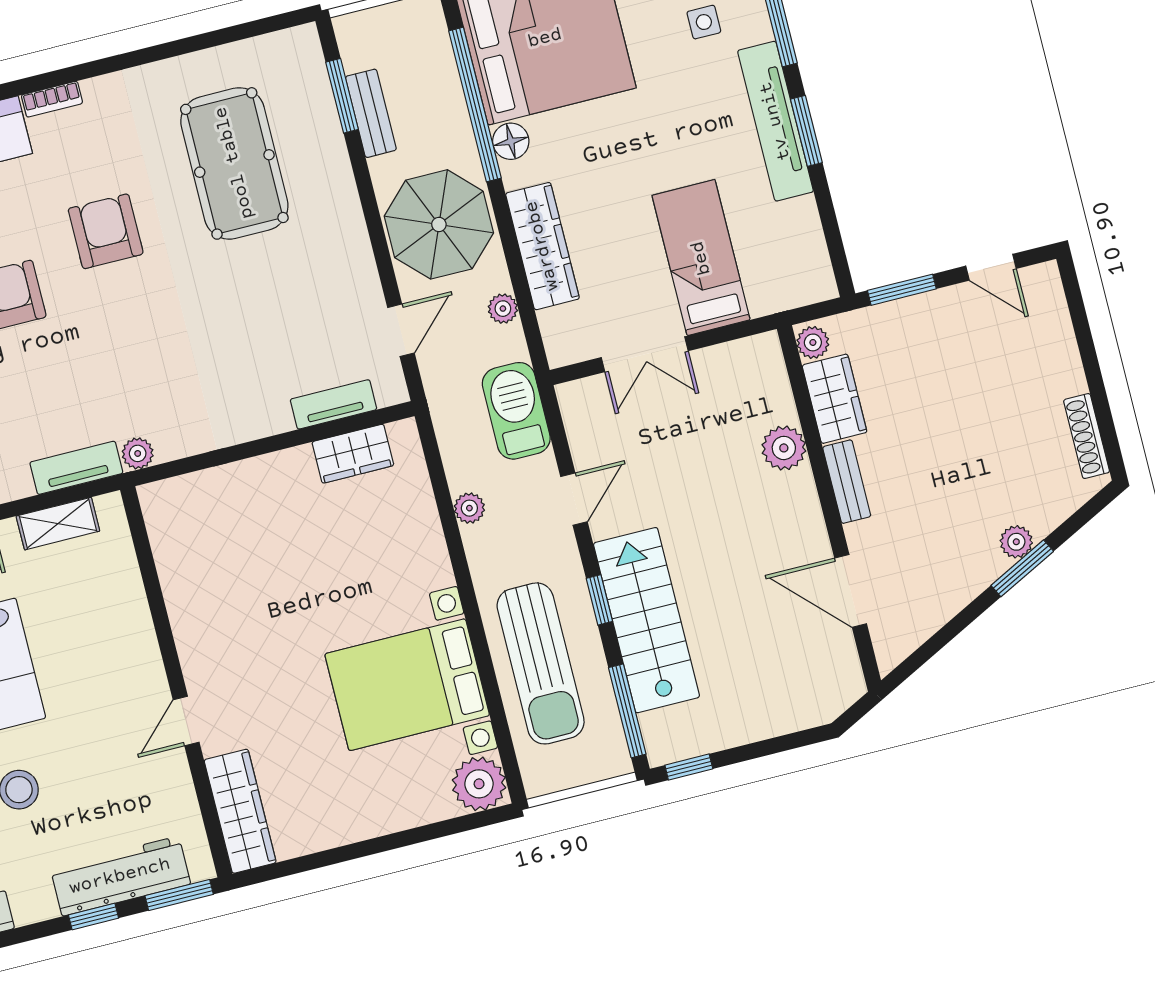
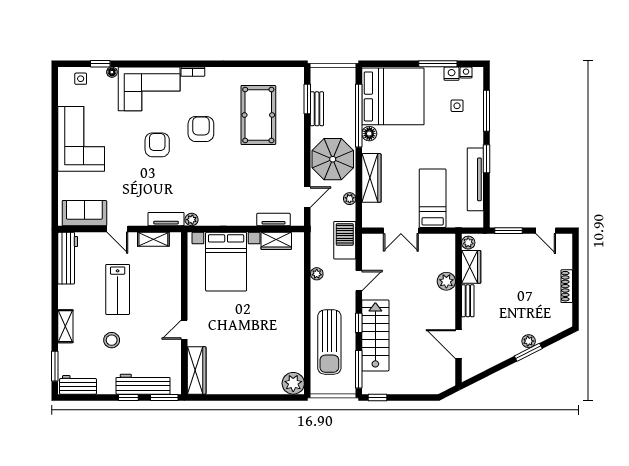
tv unit: (775, 121) -> (475, 179), moved
shoe rack: (1087, 436) -> (567, 286), moved
bed with nightstands: (407, 685) -> (226, 262), moved, turned -90

